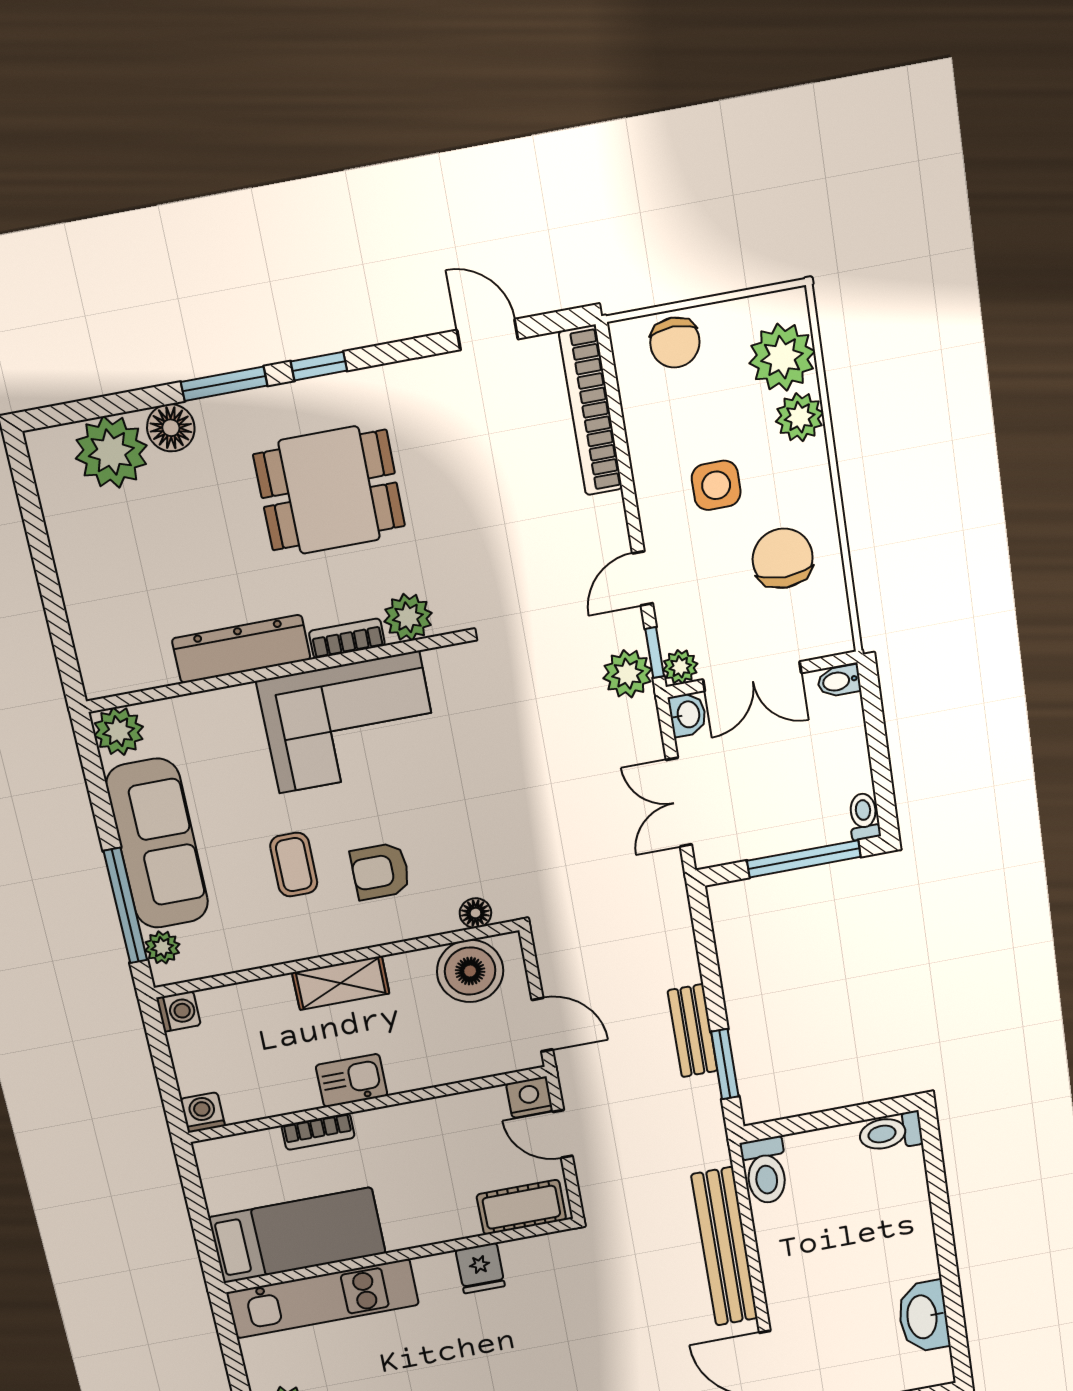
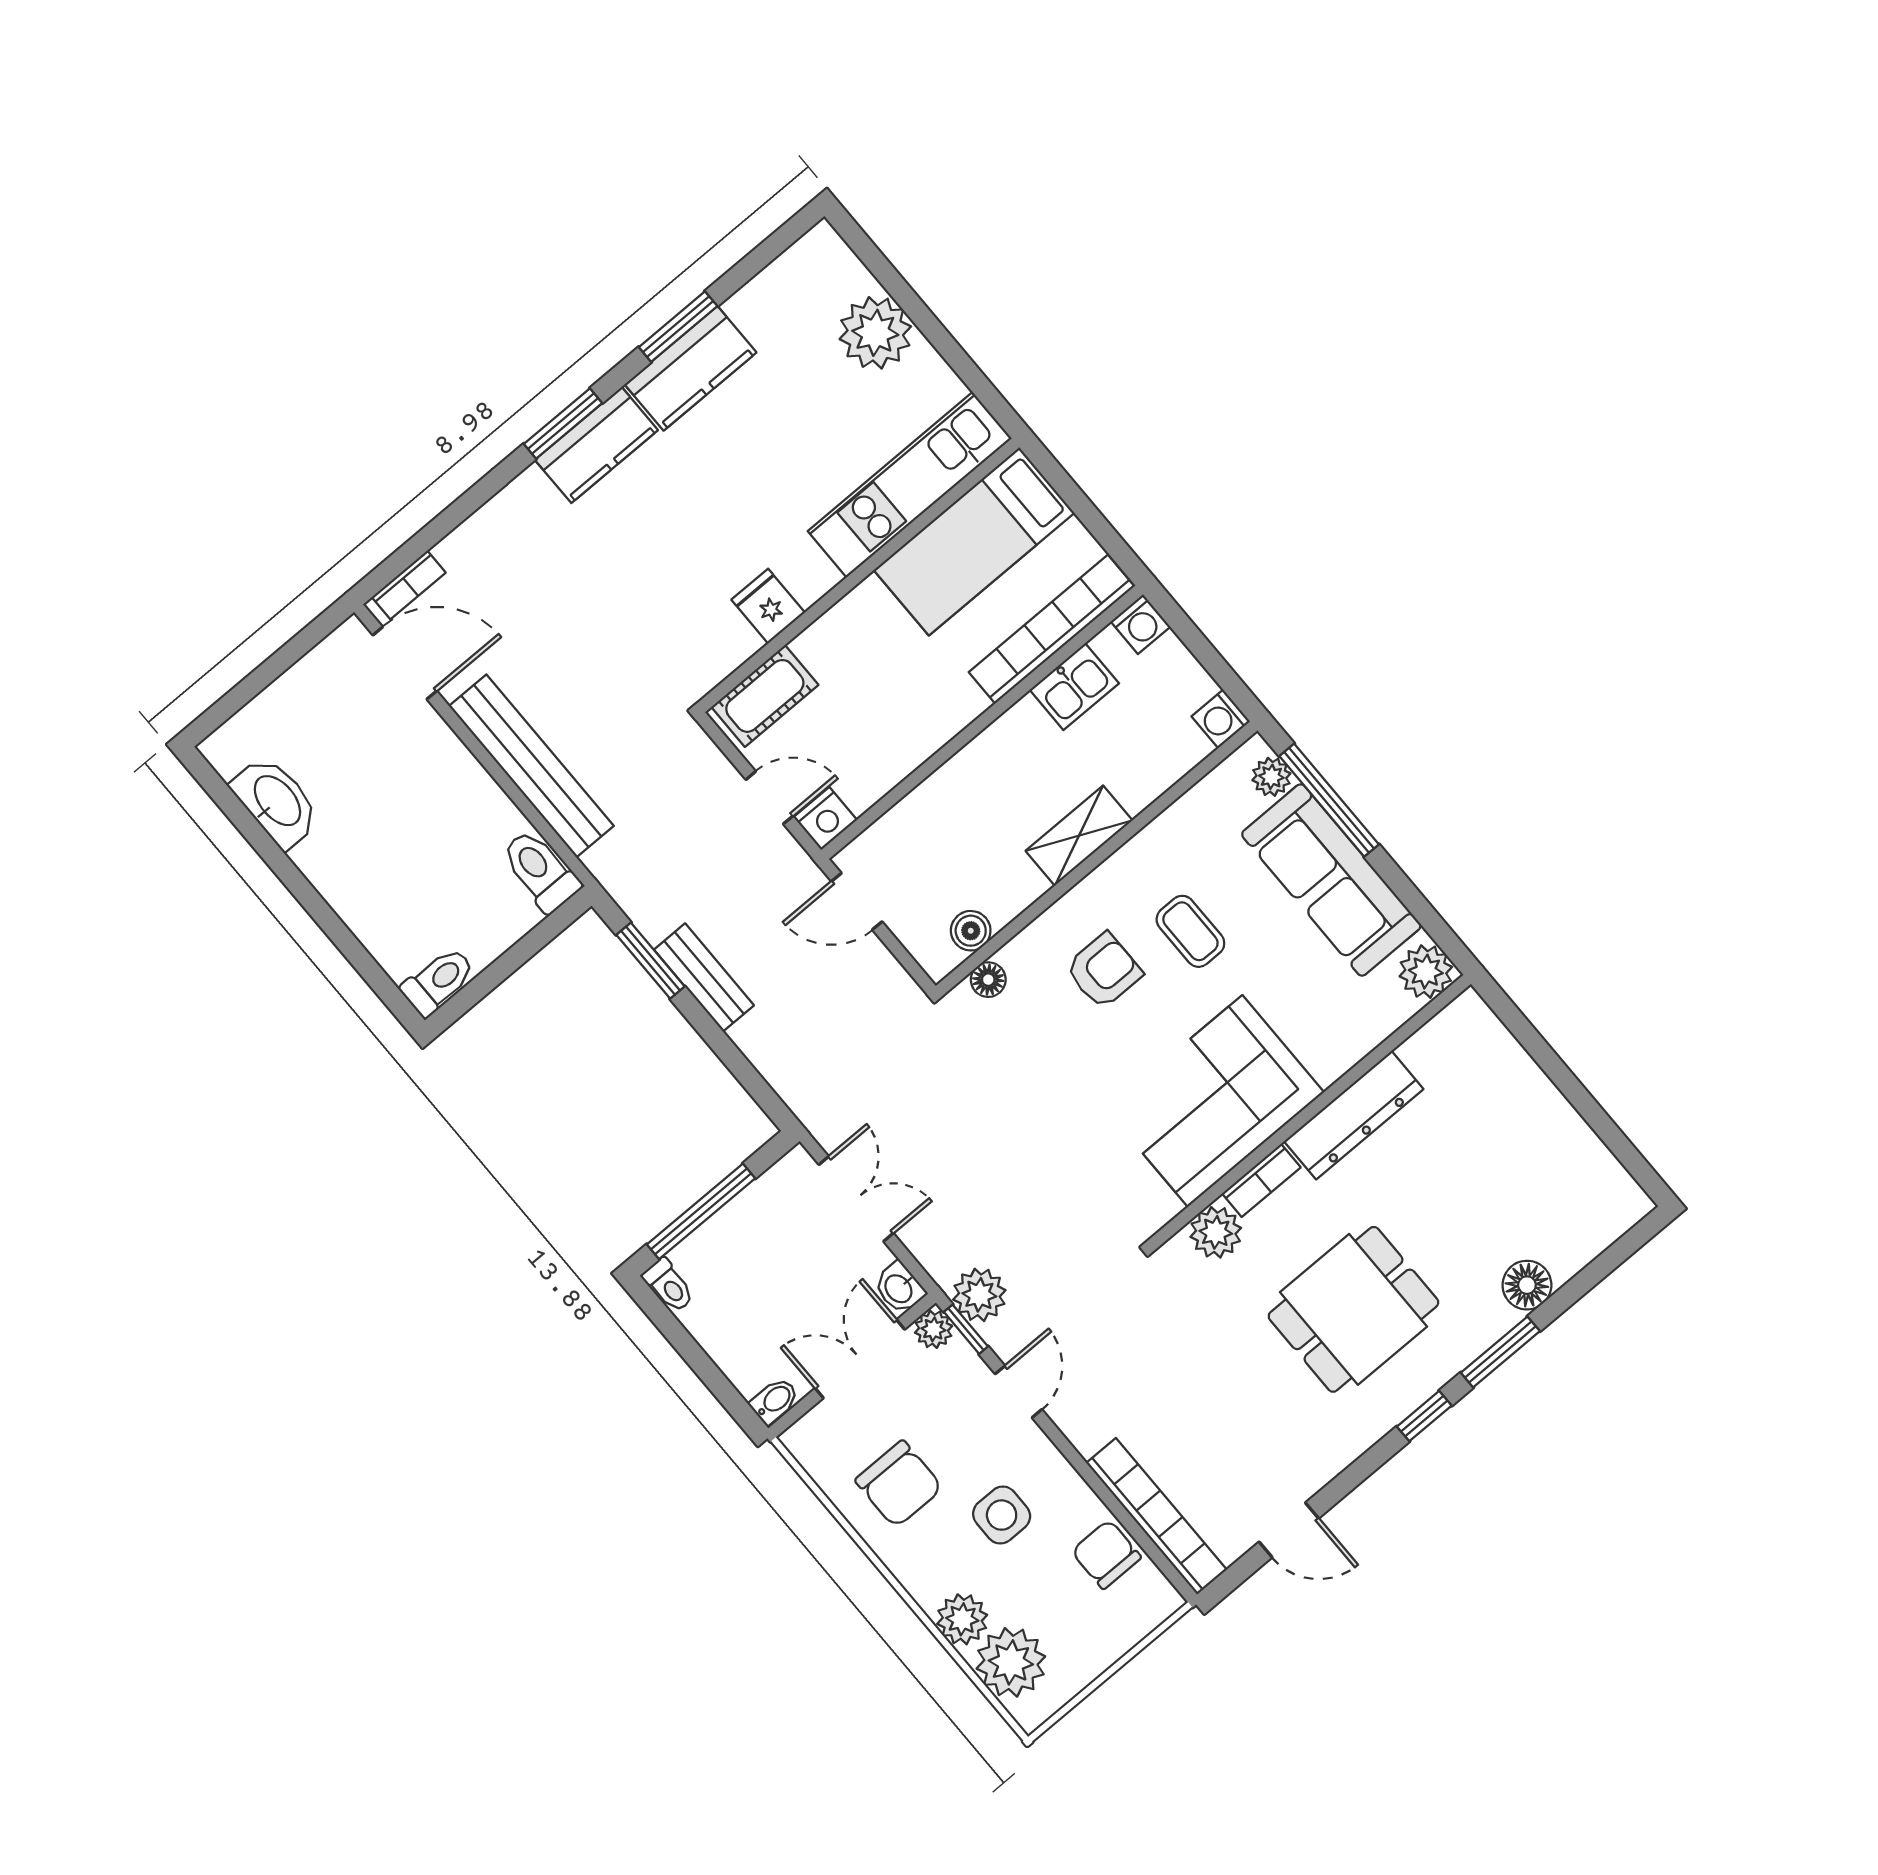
chair: (675, 343) -> (1106, 1554), moved
plant: (111, 452) -> (1569, 1233), removed
boiler: (470, 971) -> (971, 931), width x0.54, depth x0.54
kitchen sink: (352, 1081) -> (1074, 687), moved
bookcase: (318, 1132) -> (1052, 629), width x2.31, depth x1.31

